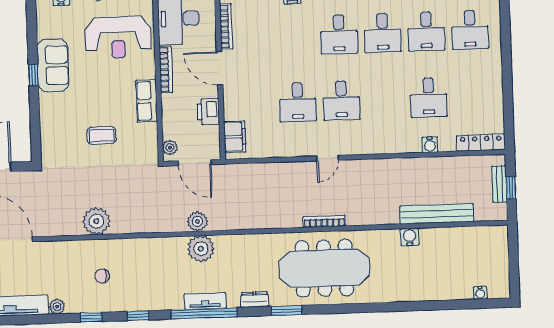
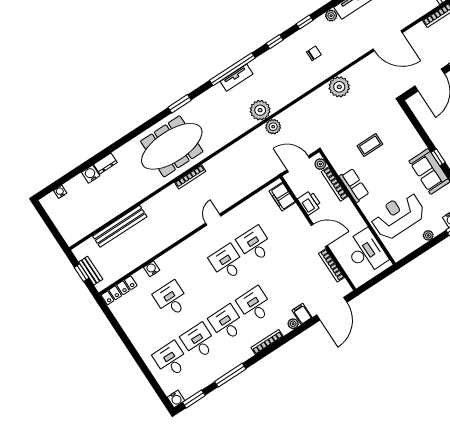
bookcase: (166, 70) -> (335, 184), moved
water cooler: (410, 237) -> (91, 174), moved, turned 180
dresser: (255, 300) -> (105, 163), moved

